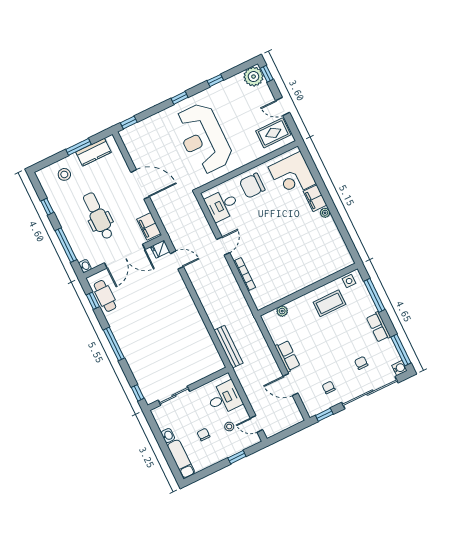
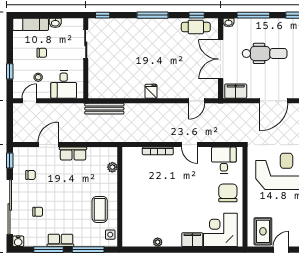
plant: (325, 213) -> (158, 242), moved
fridge: (160, 249) -> (151, 91), moved
window: (401, 350) -> (48, 250), moved

